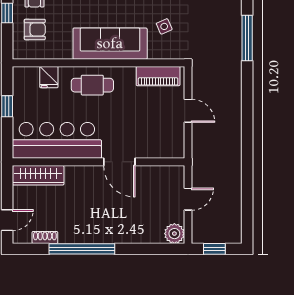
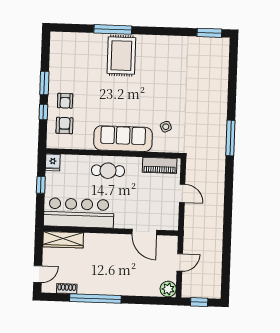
armchair: (35, 29) -> (64, 126), turned -90
fridge: (49, 77) -> (53, 162), moved
door: (119, 162) -> (144, 232), moved

